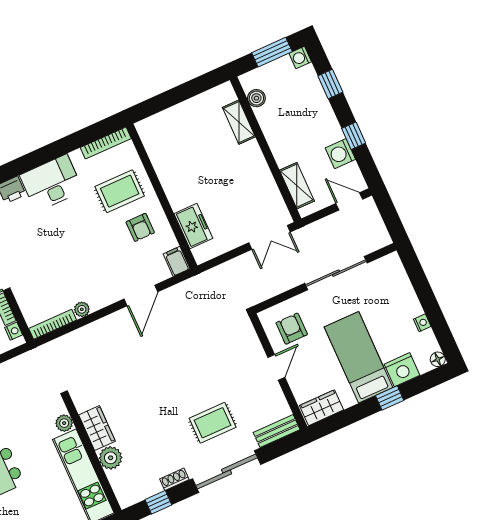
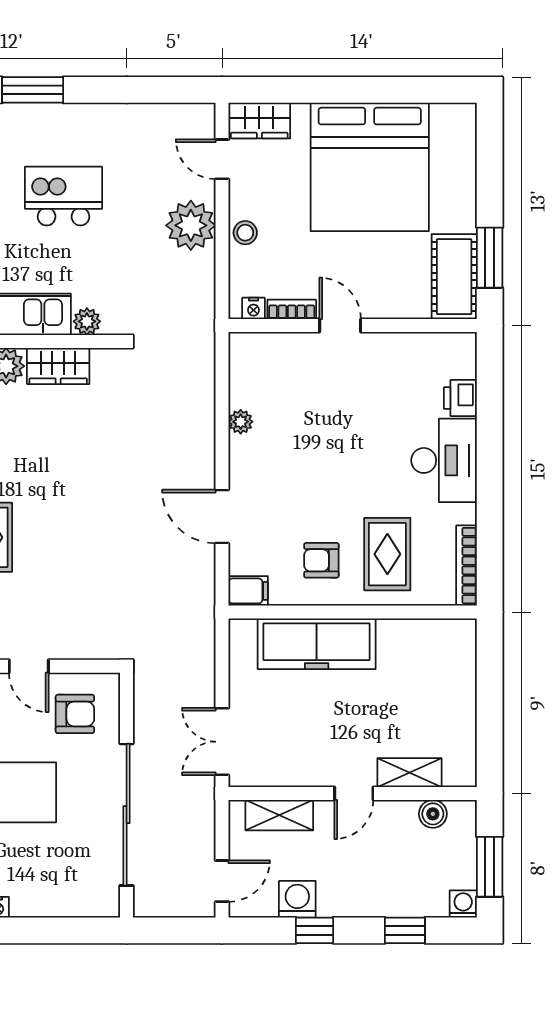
door: (265, 149) -> (354, 794), added
freezer: (193, 226) -> (317, 644), width x1.91, depth x1.26
sliding door: (336, 273) -> (127, 815), width x1.36
bookcase: (53, 324) -> (238, 369), removed

